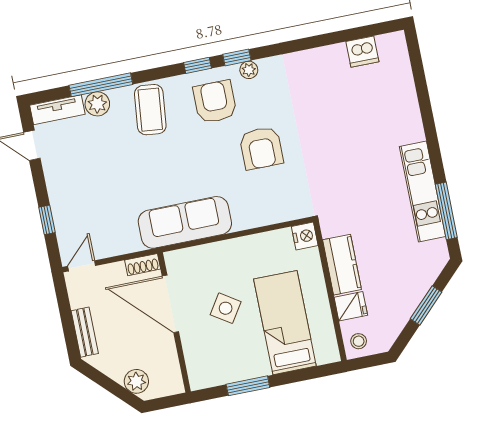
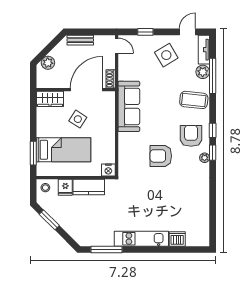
dishwasher: (362, 52) -> (177, 239), moved, turned 90
armchair: (215, 102) -> (191, 136), turned -90
side table: (81, 174) -> (166, 55), added
kitchen unit: (422, 192) -> (141, 239), moved
window: (426, 305) -> (49, 220), moved
wardrobe: (200, 365) -> (50, 99), added
window: (248, 386) -> (33, 153), moved

